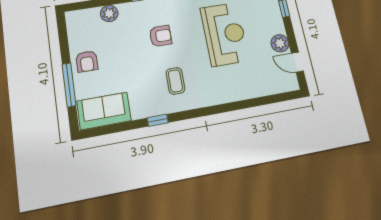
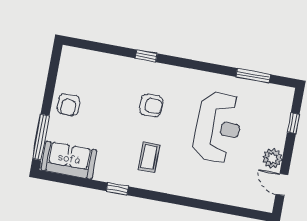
plant: (109, 13) -> (107, 63), removed
window: (69, 85) -> (41, 137), moved

